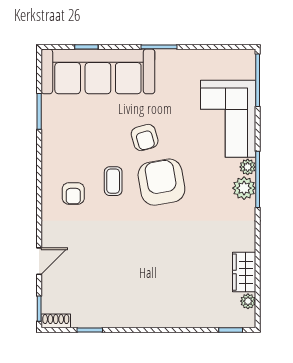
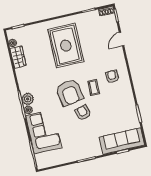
sofa: (98, 71) -> (122, 141), width x0.74, depth x0.79
rug: (148, 273) -> (66, 46), added

